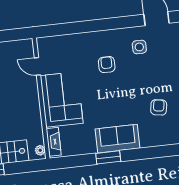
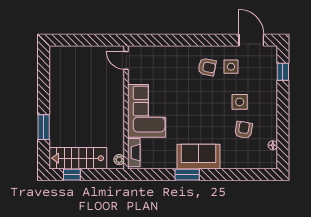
armchair: (107, 65) -> (207, 67), moved, turned 101
door: (38, 66) -> (126, 60), moved
side table: (152, 81) -> (240, 102), added

